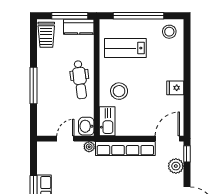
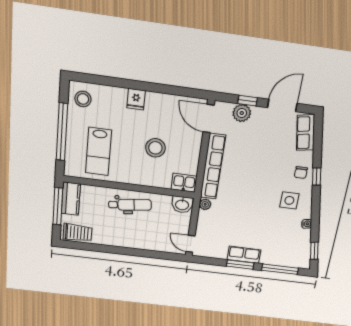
window: (33, 86) -> (132, 252), removed
fridge: (175, 88) -> (136, 99), moved
stool: (119, 91) -> (155, 148), moved
kitchen sink: (107, 121) -> (184, 183), width x0.73
door: (65, 139) -> (190, 244), moved
window: (187, 154) -> (248, 101), moved

